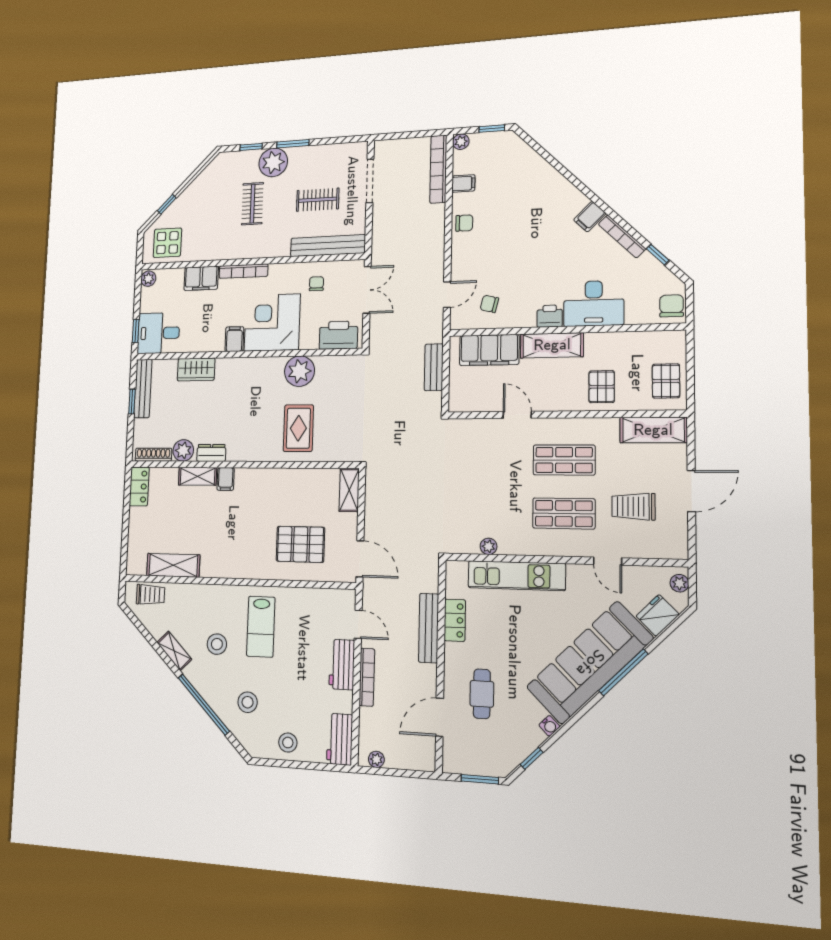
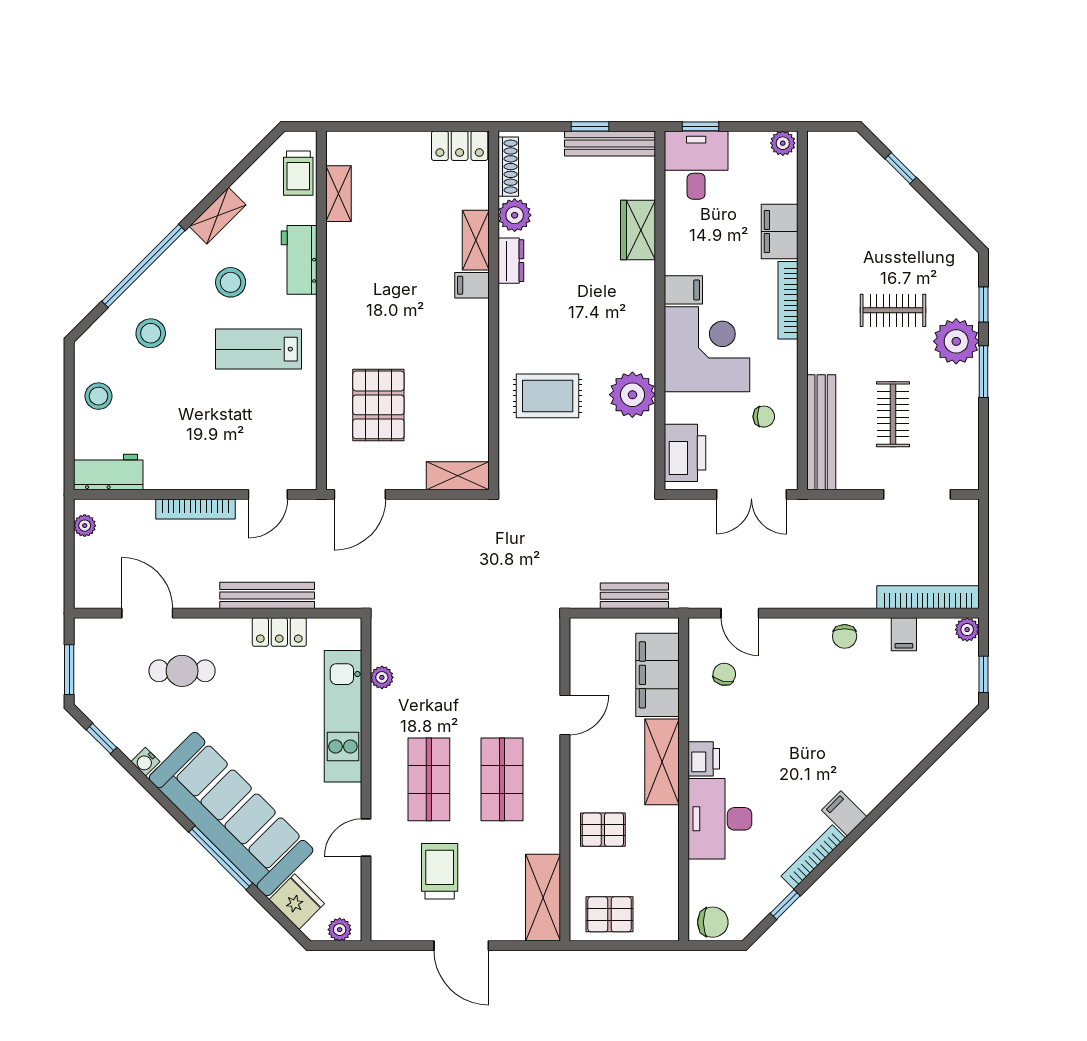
display table: (167, 243) -> (839, 172), removed
shelving: (173, 565) -> (338, 194), width x0.67, depth x0.75
workbench: (342, 664) -> (299, 260), moved, turned -90

